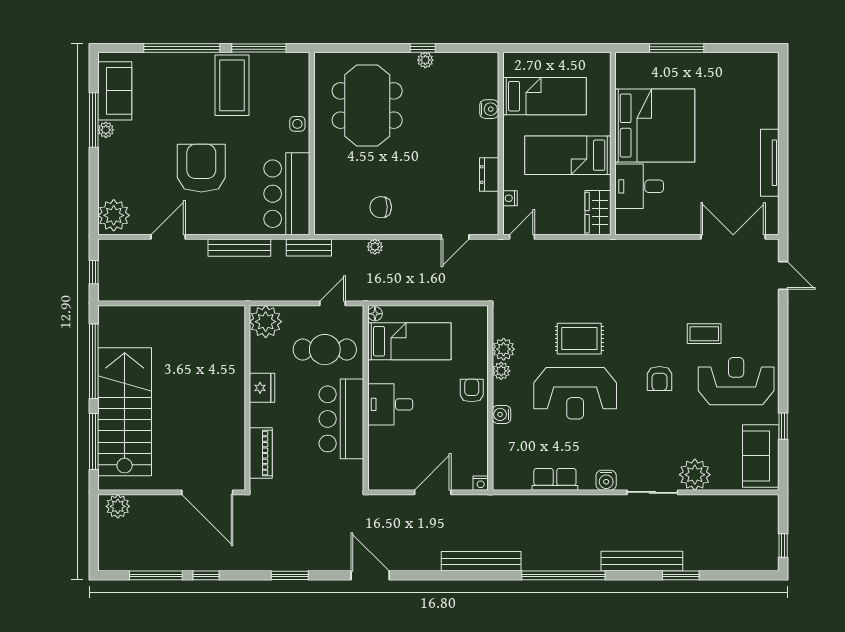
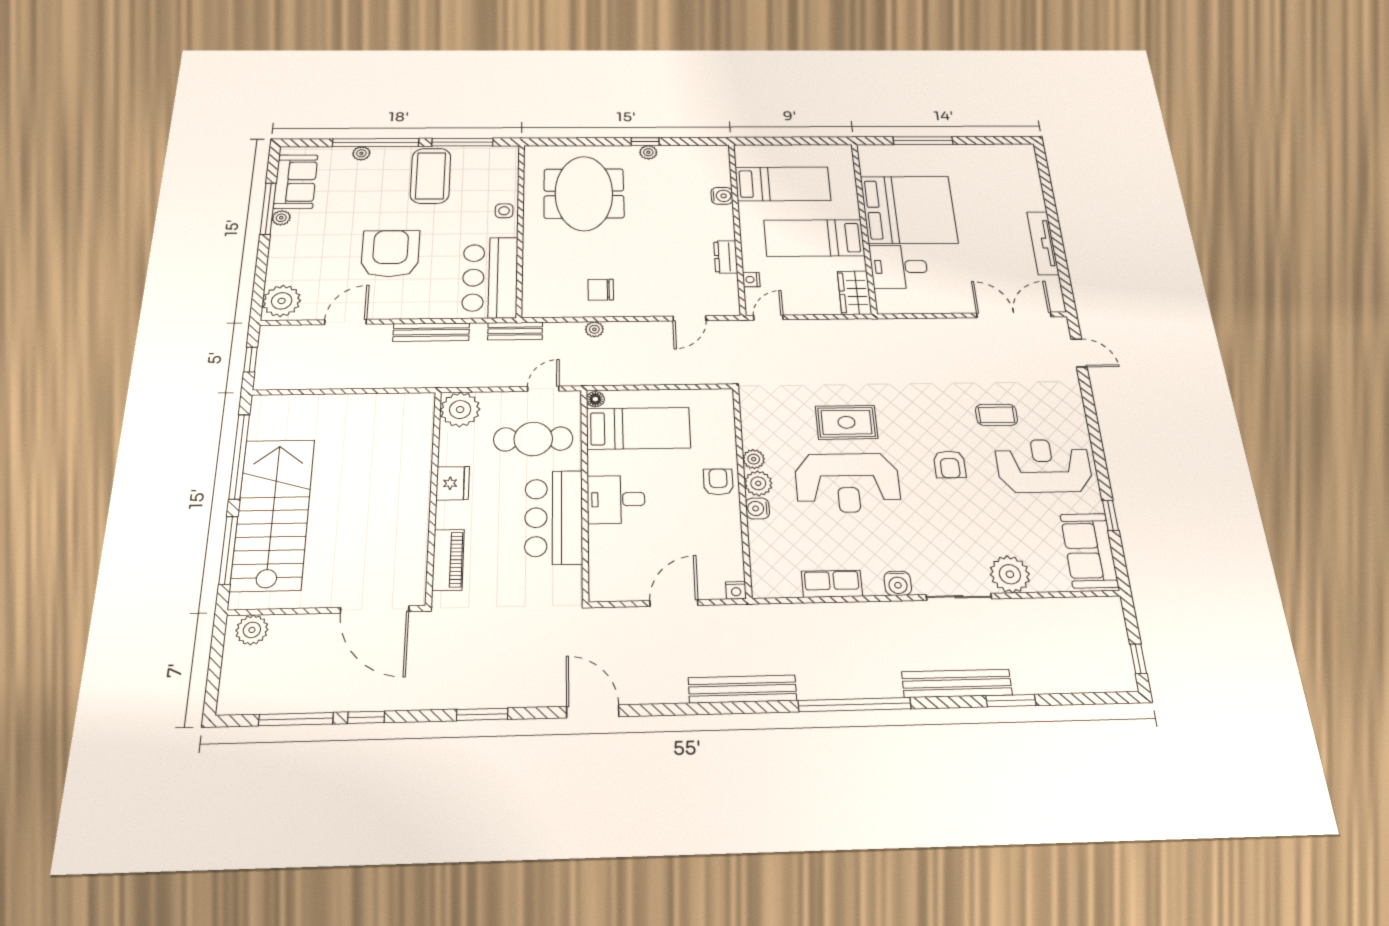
plant: (170, 60) -> (361, 153), added
plant: (504, 349) -> (758, 483), moved

